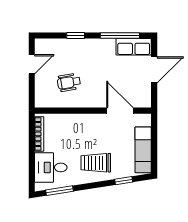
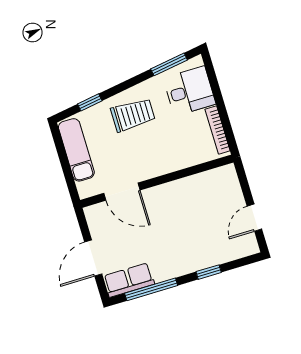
wheelchair: (69, 82) -> (199, 209), removed

